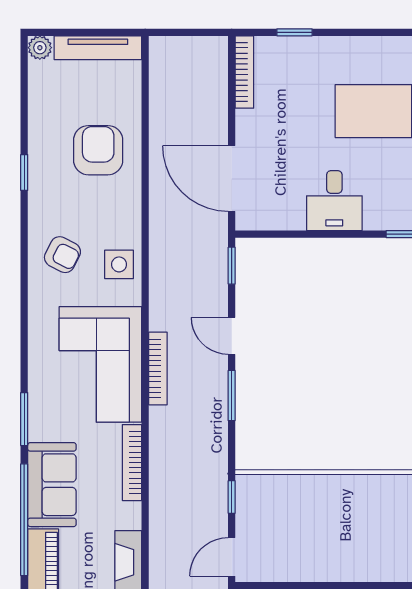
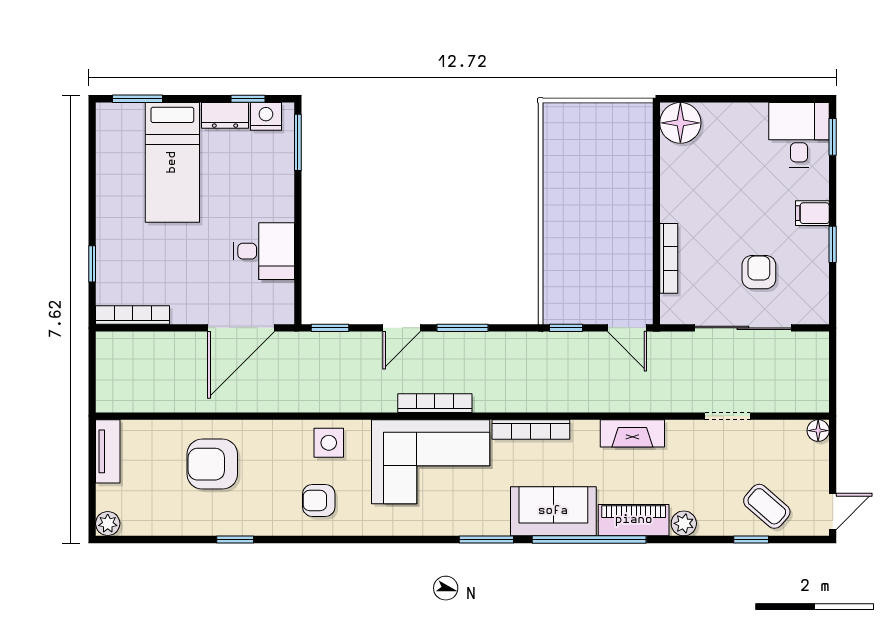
tv unit: (98, 48) -> (108, 451), width x0.71
desk: (334, 201) -> (264, 251), moved
armchair: (62, 255) -> (319, 500), turned -117

